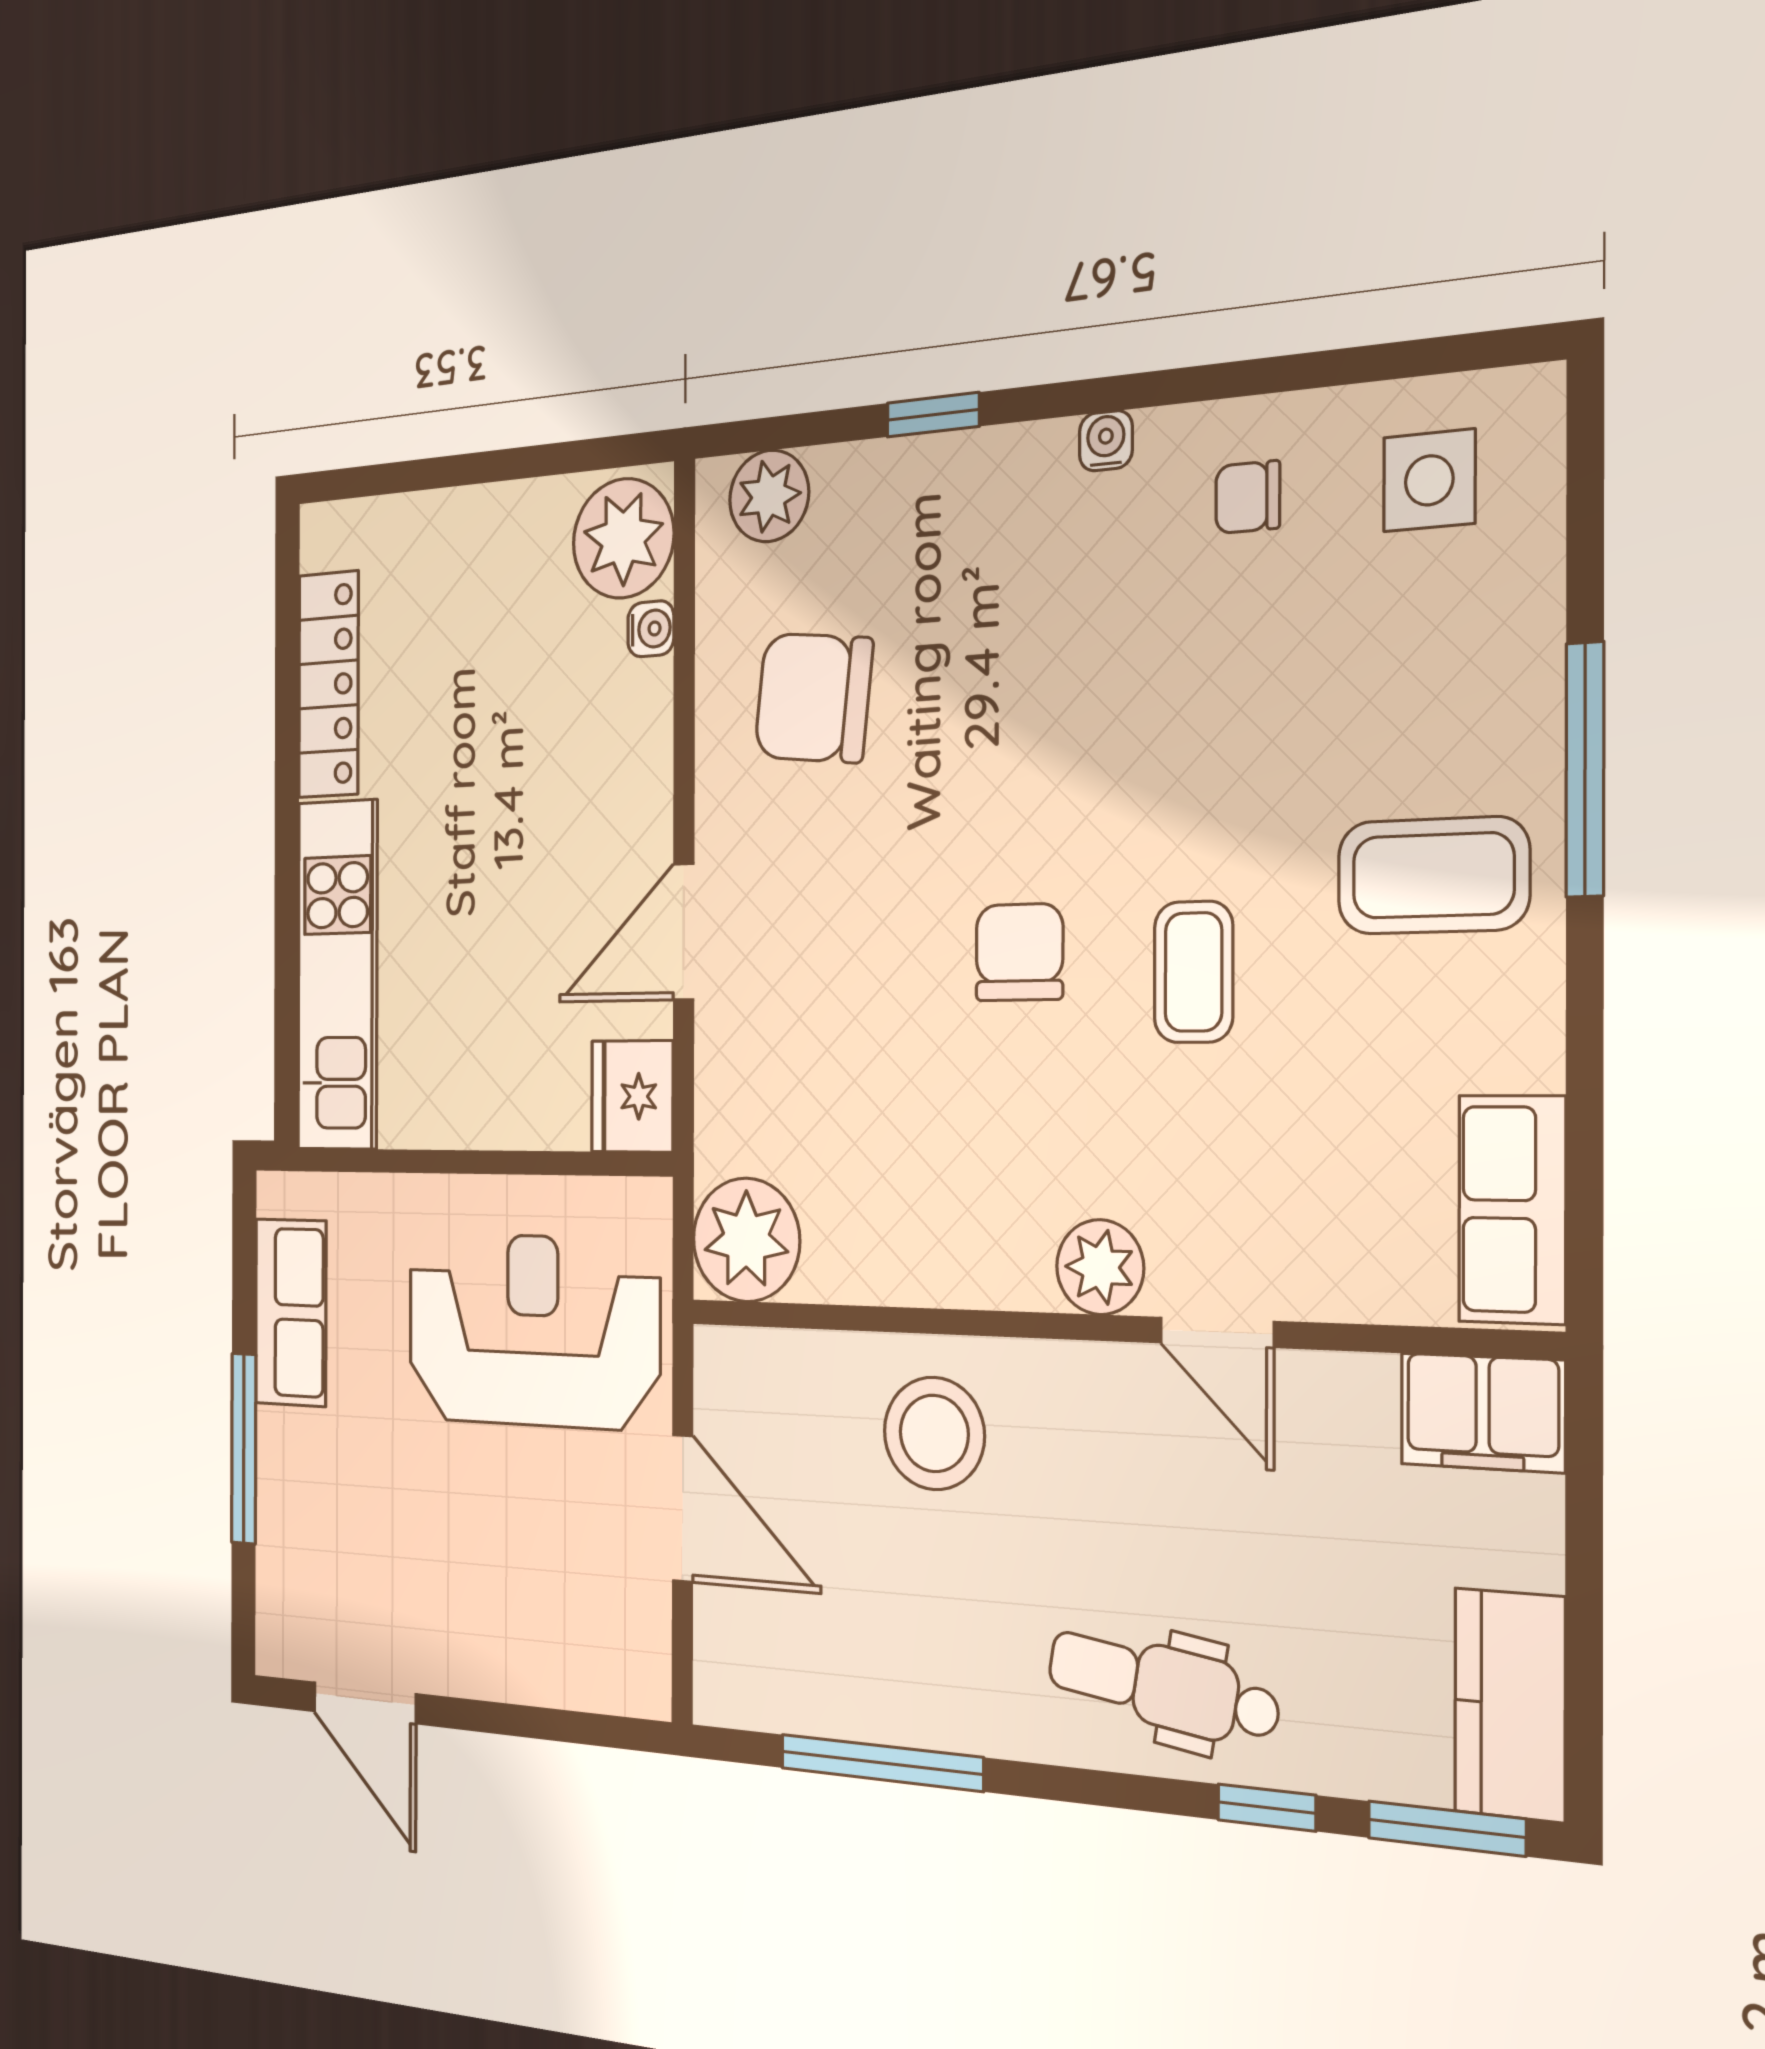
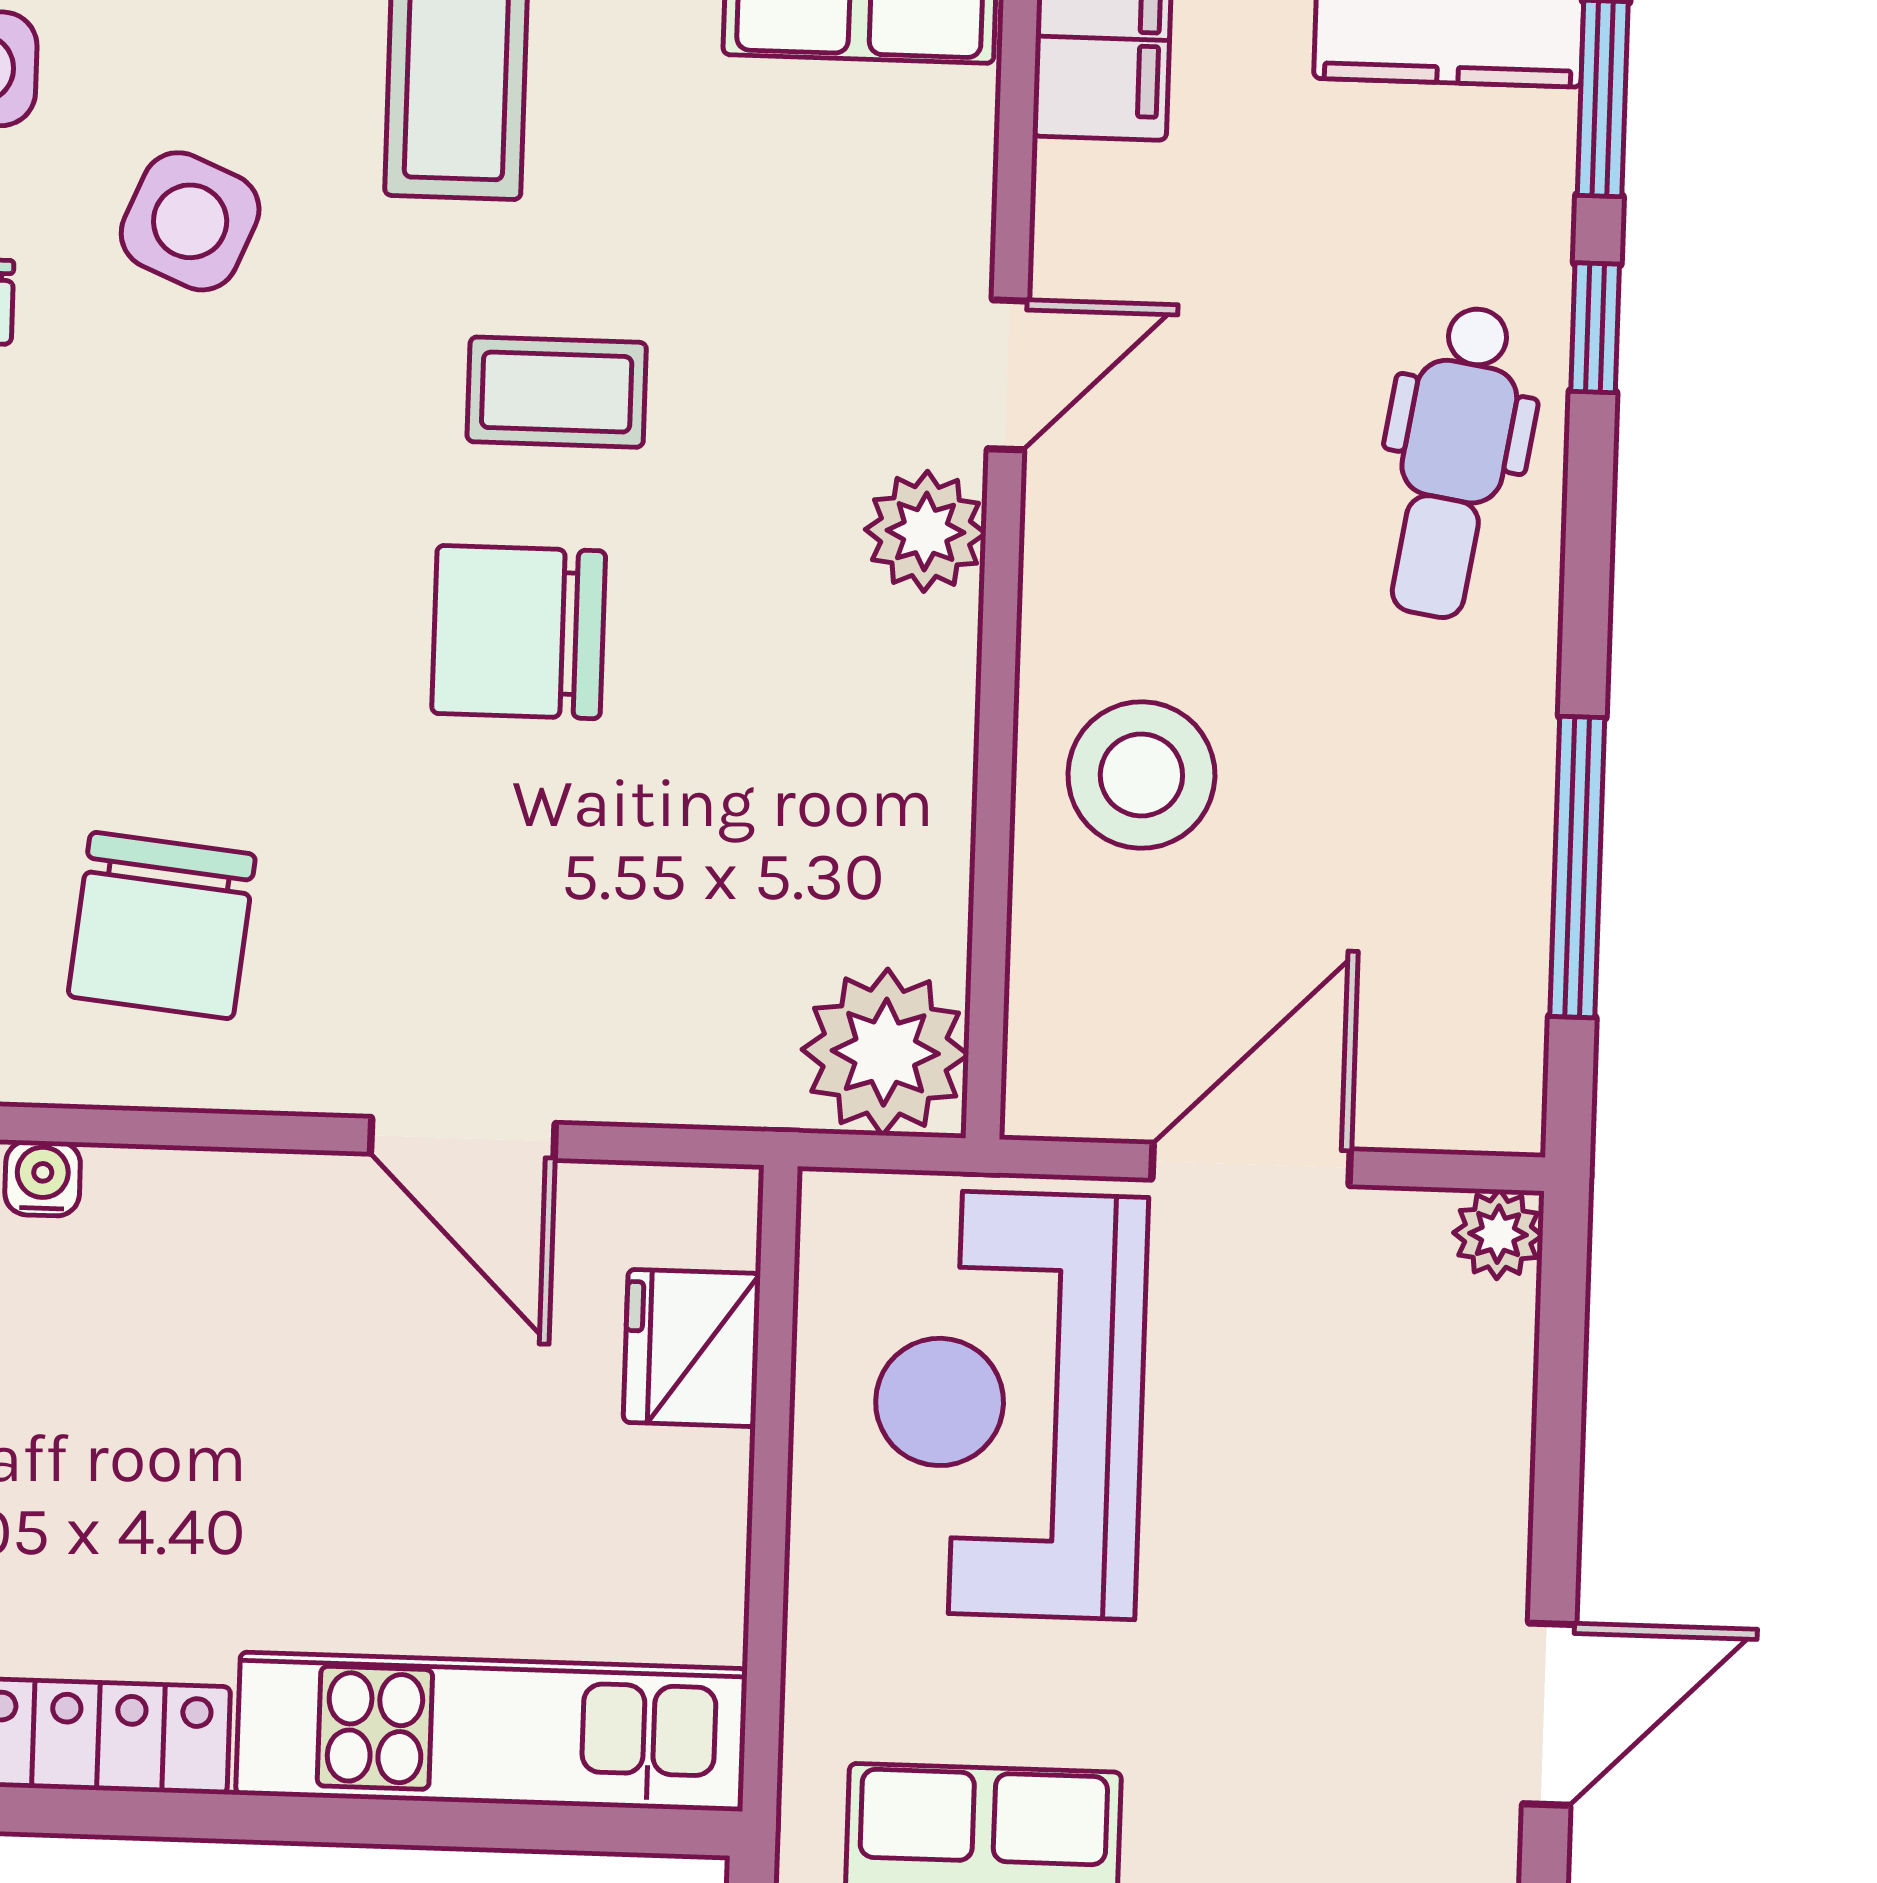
side table: (1314, 667) -> (190, 221), added
chair: (1019, 952) -> (519, 632), width x1.37, depth x1.37
fridge: (632, 1096) -> (692, 1348), moved, turned 90
plant: (644, 1687) -> (1498, 1234), added

